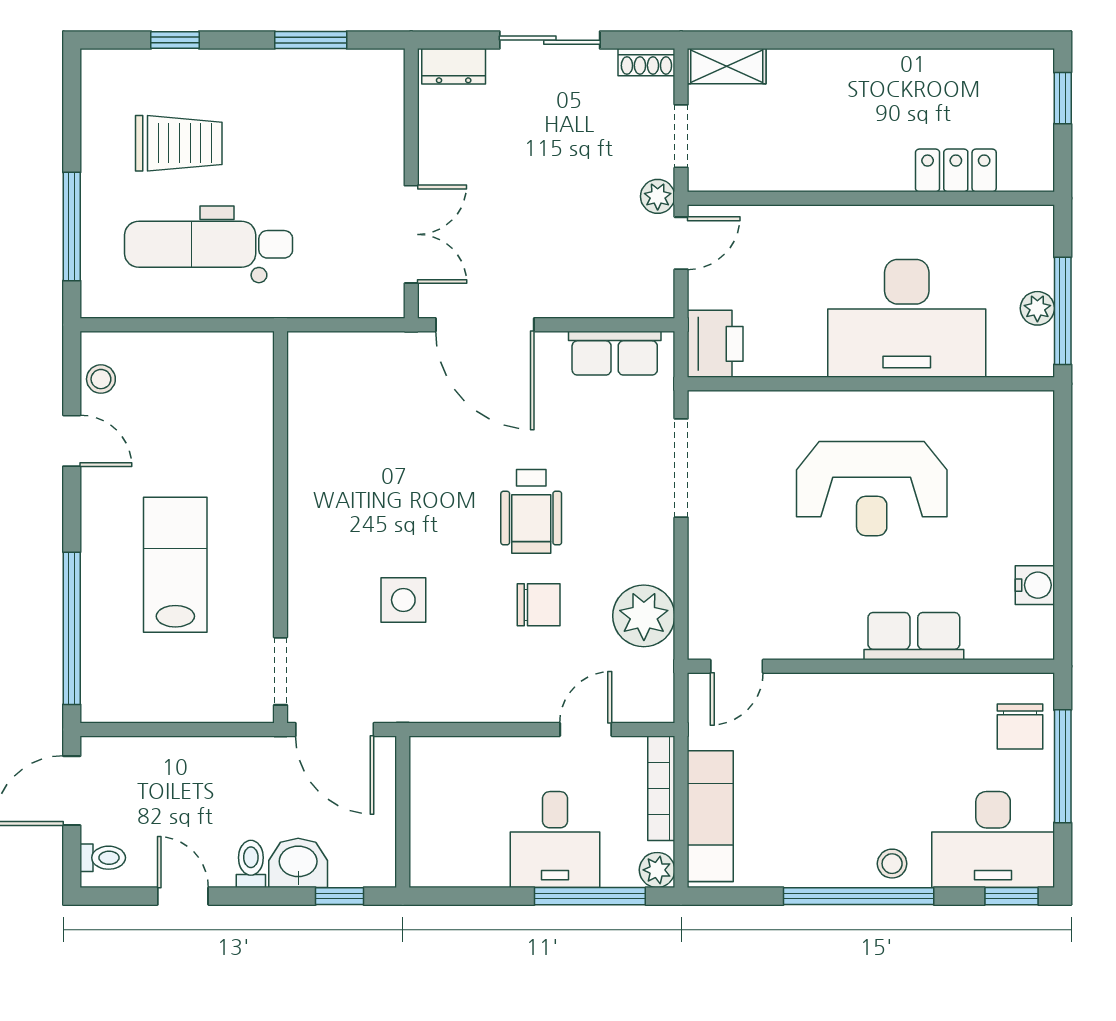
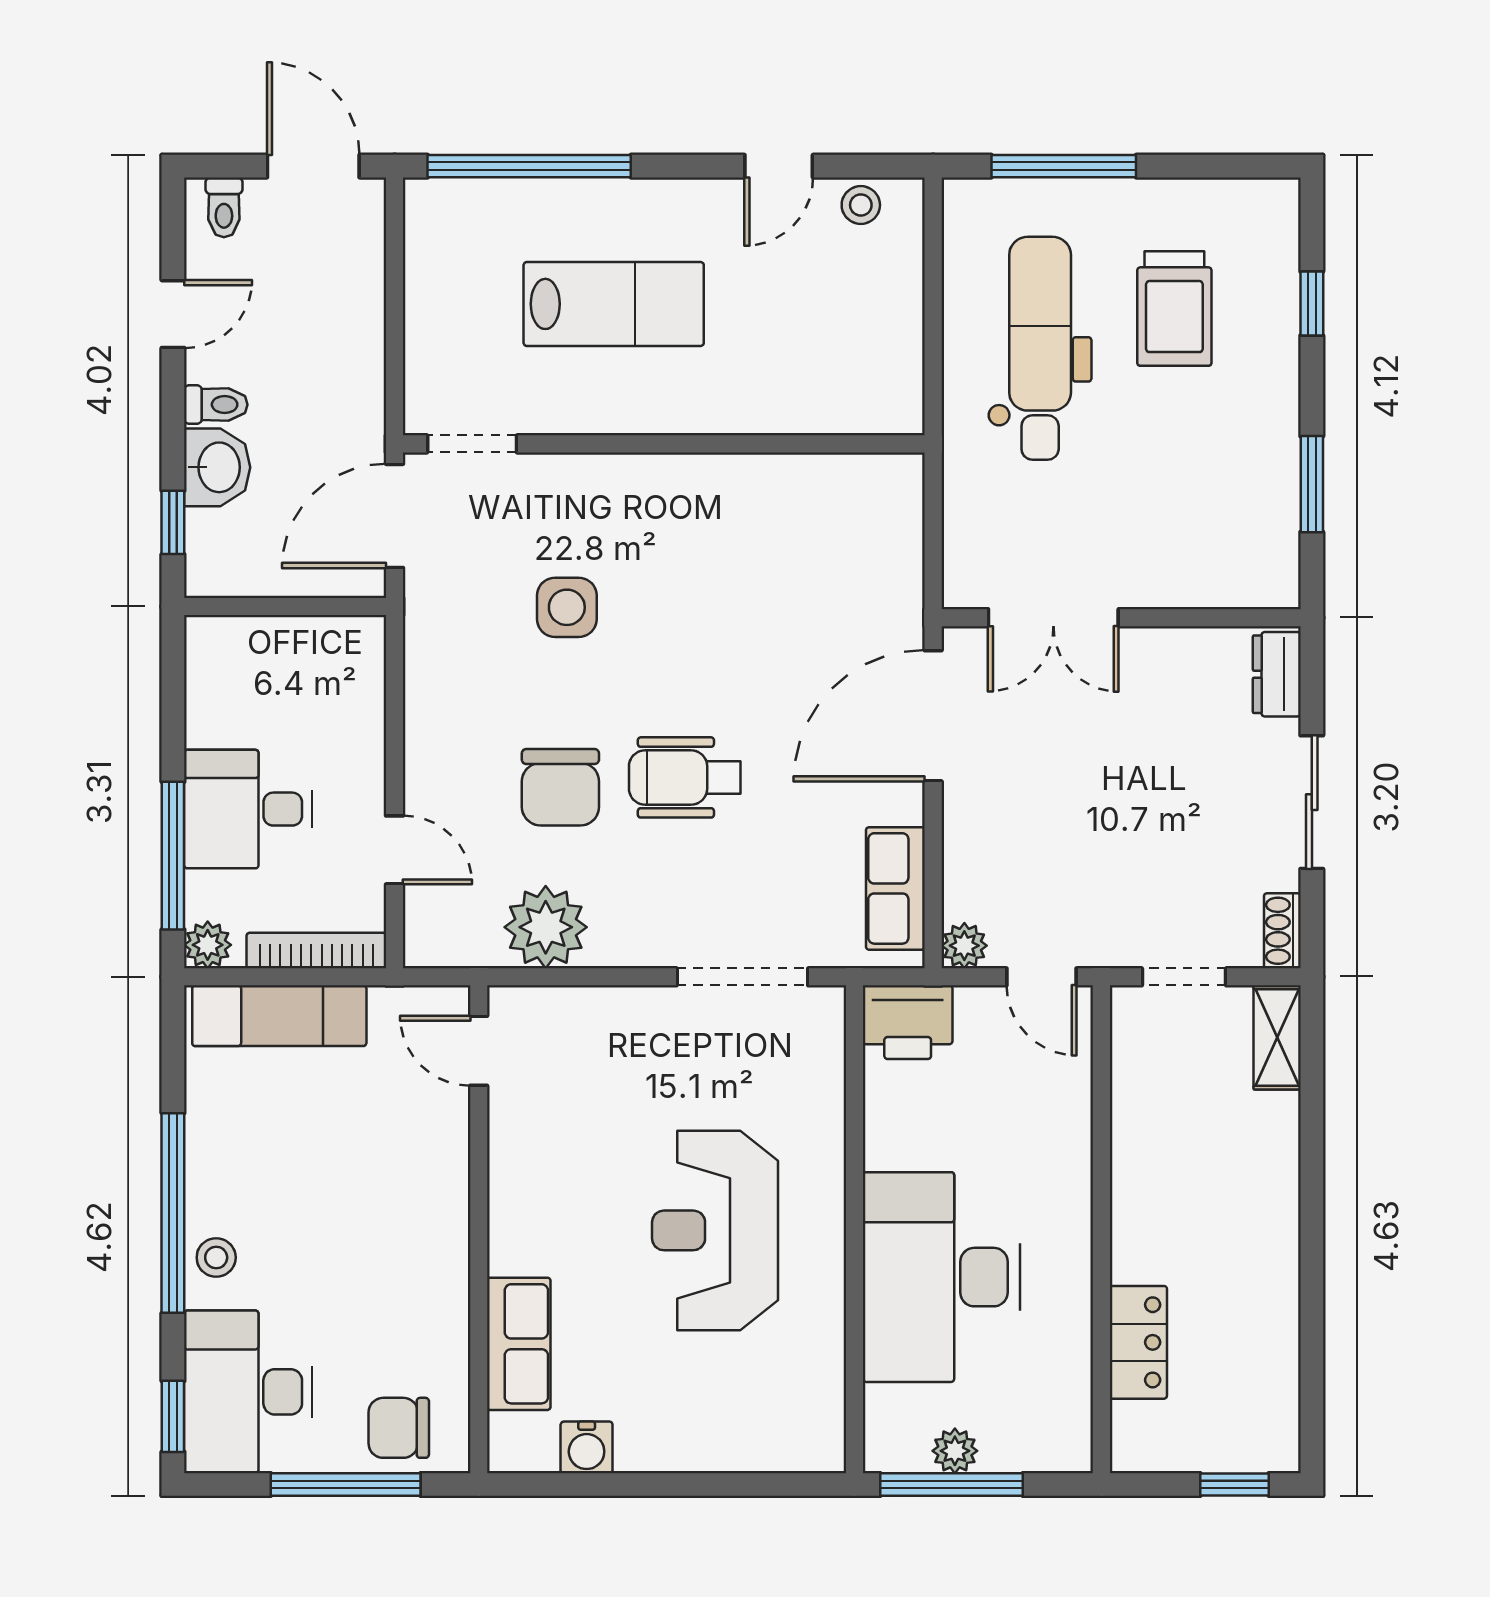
plant: (658, 196) -> (964, 946), moved
chair: (539, 605) -> (560, 787), width x1.37, depth x1.37
row of seats: (914, 636) -> (519, 1344), moved

